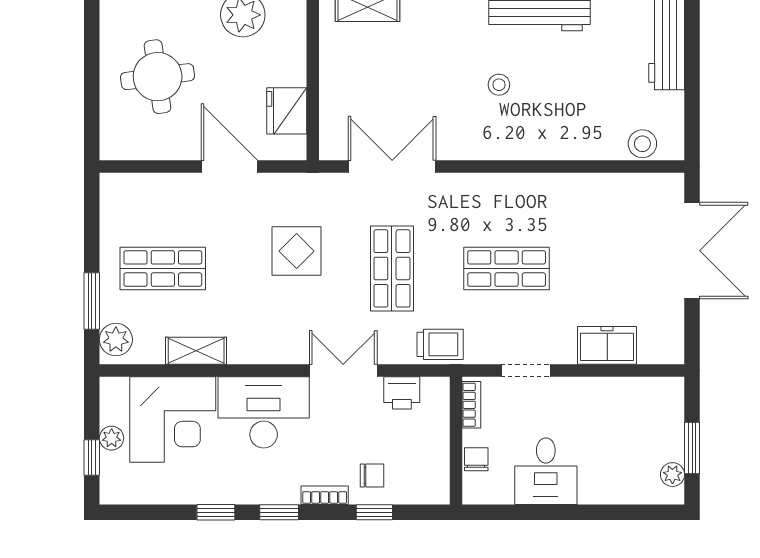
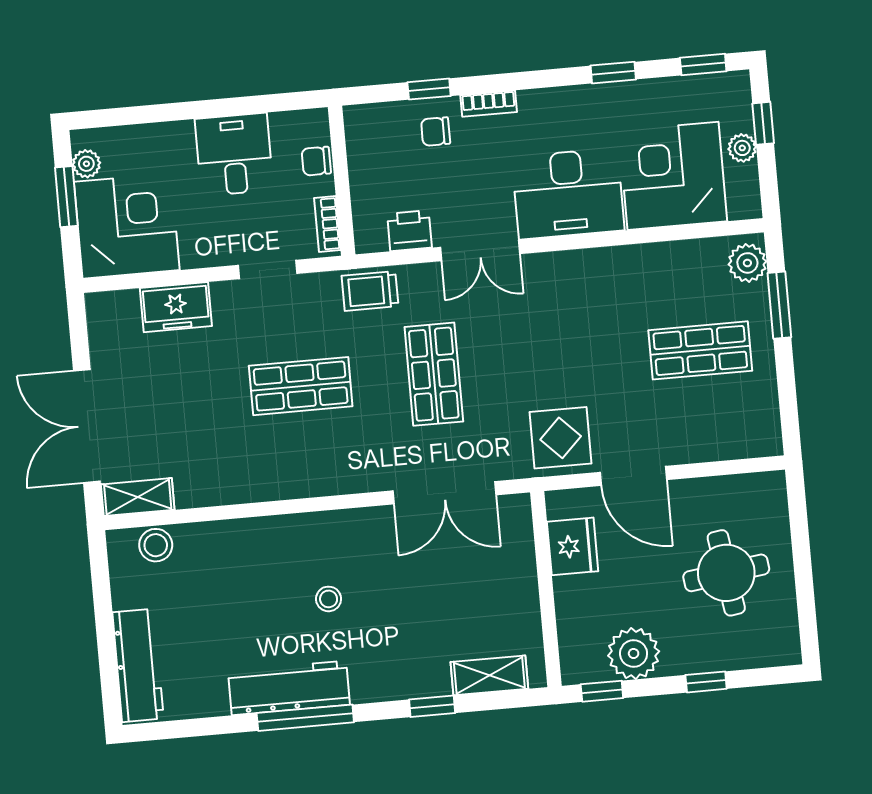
display table: (297, 251) -> (561, 438), moved
shelving: (196, 351) -> (138, 497), moved
corner desk: (643, 418) -> (127, 226), added
chair: (476, 459) -> (316, 161), turned 90
window: (279, 512) -> (703, 65), moved

